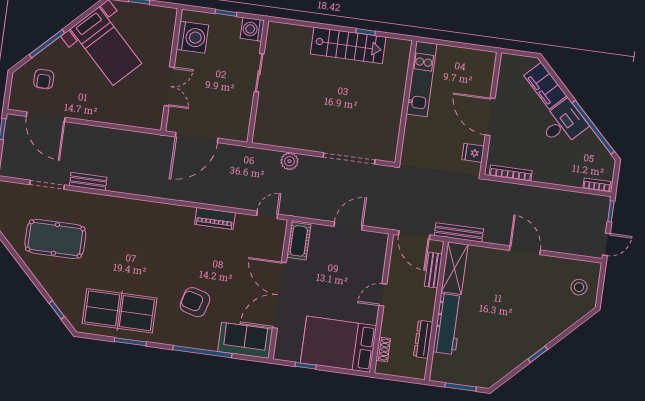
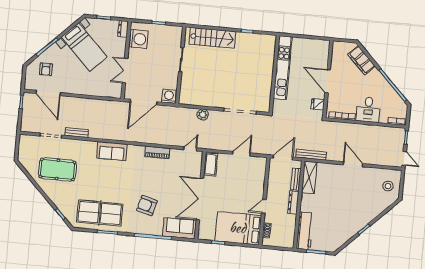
dresser: (169, 20) -> (123, 29), added
washing machine: (252, 29) -> (169, 96), moved, turned 90
stairs: (348, 45) -> (212, 38), moved
kitchen unit: (421, 79) -> (283, 68), width x1.36
double door: (169, 86) -> (125, 70), swing flipped
desk: (563, 123) -> (368, 109), moved, turned 135
sofa: (143, 213) -> (112, 151), added
door: (414, 235) -> (283, 158), swing flipped
door: (606, 244) -> (404, 158), hinge flipped
door: (383, 295) -> (264, 206), moved
workbench: (448, 324) -> (305, 231), moved
dresser: (423, 339) -> (293, 202), moved

